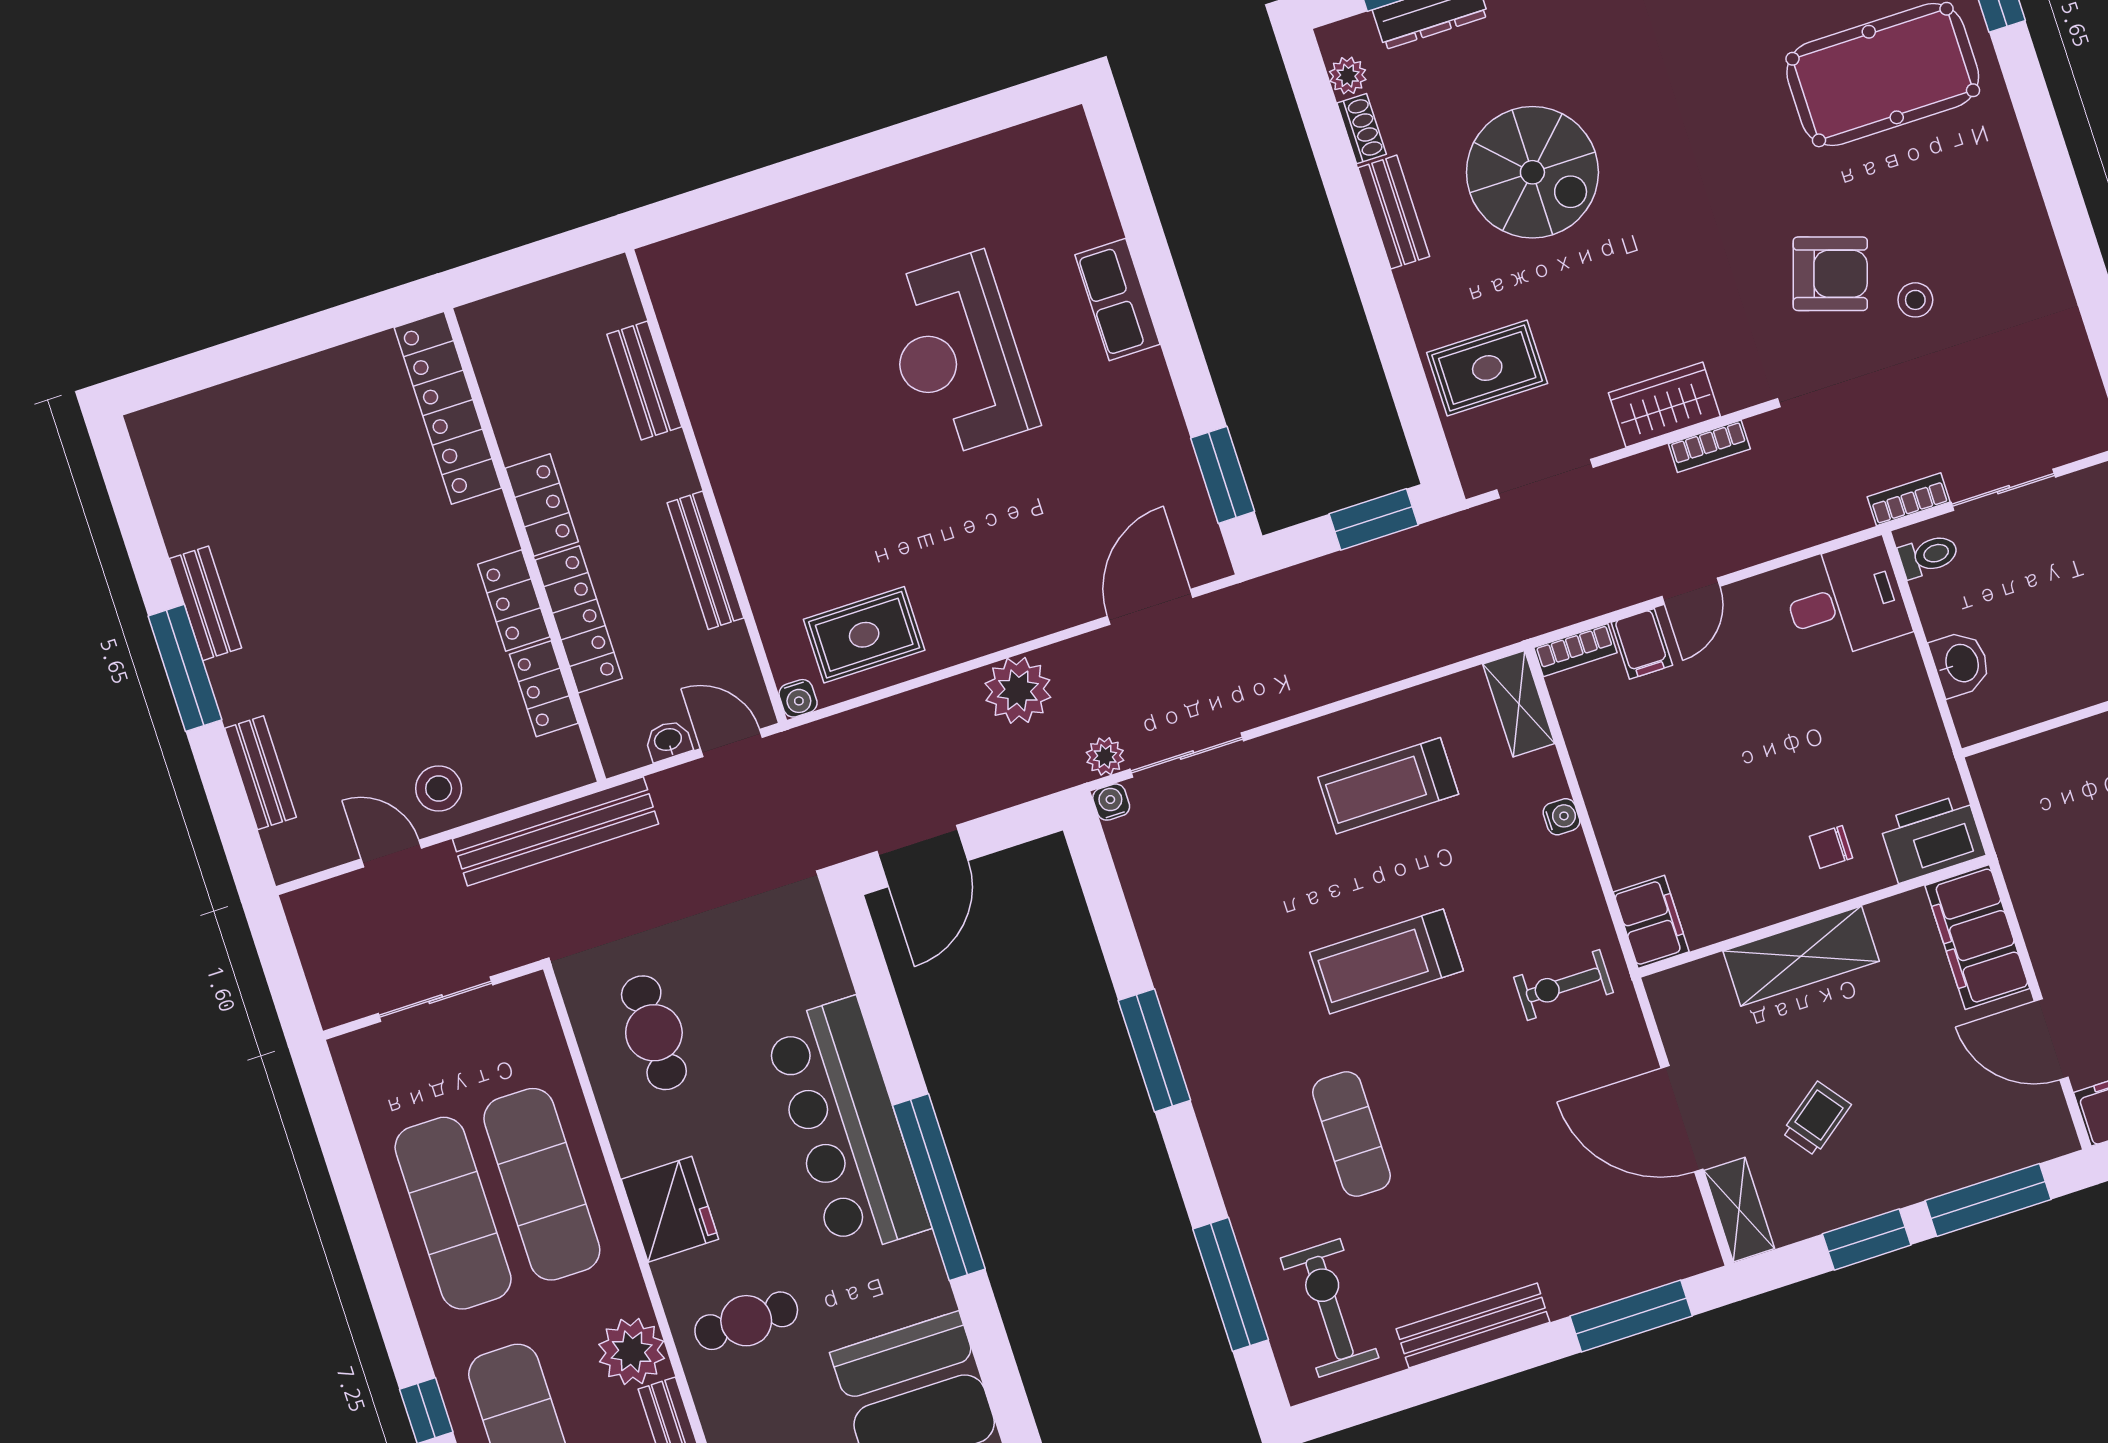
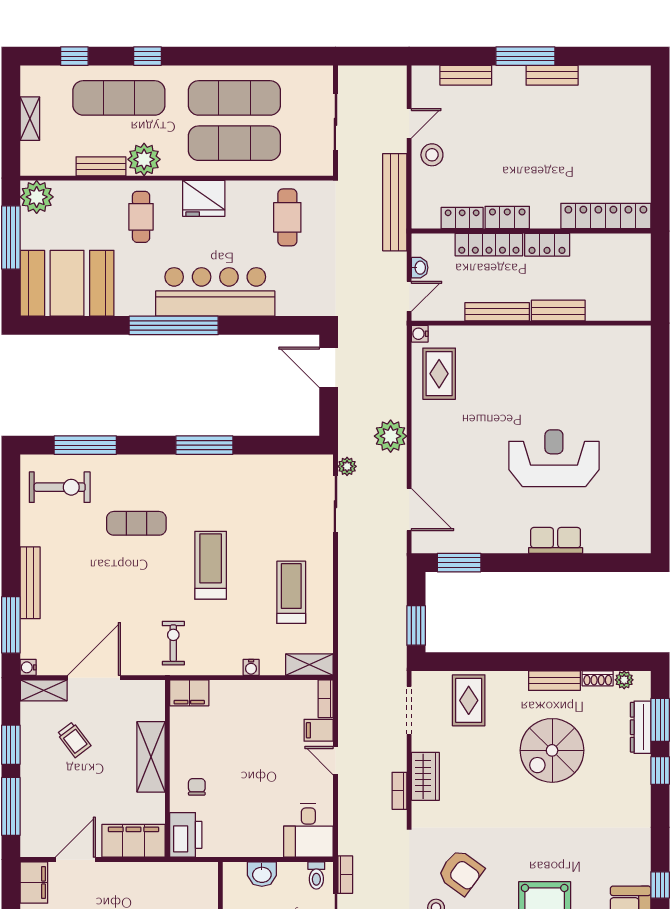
armchair: (1830, 274) -> (461, 872), turned -72
bench: (644, 380) -> (558, 311), moved
water cooler: (1111, 802) -> (28, 667), moved, turned 180
cafe table: (654, 1033) -> (287, 217), turned 90
bench: (1473, 1326) -> (30, 583), moved

